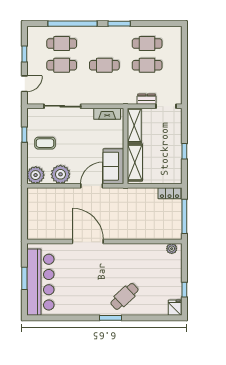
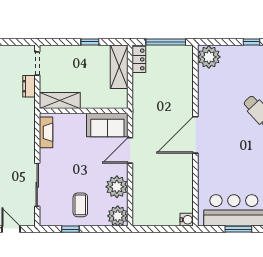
shelving: (135, 163) -> (119, 67), moved, turned 90
door: (92, 186) -> (130, 150), hinge flipped
water cooler: (32, 234) -> (187, 220), added
door: (88, 242) -> (195, 135), moved
plant: (172, 249) -> (209, 57), width x1.88, depth x1.88

